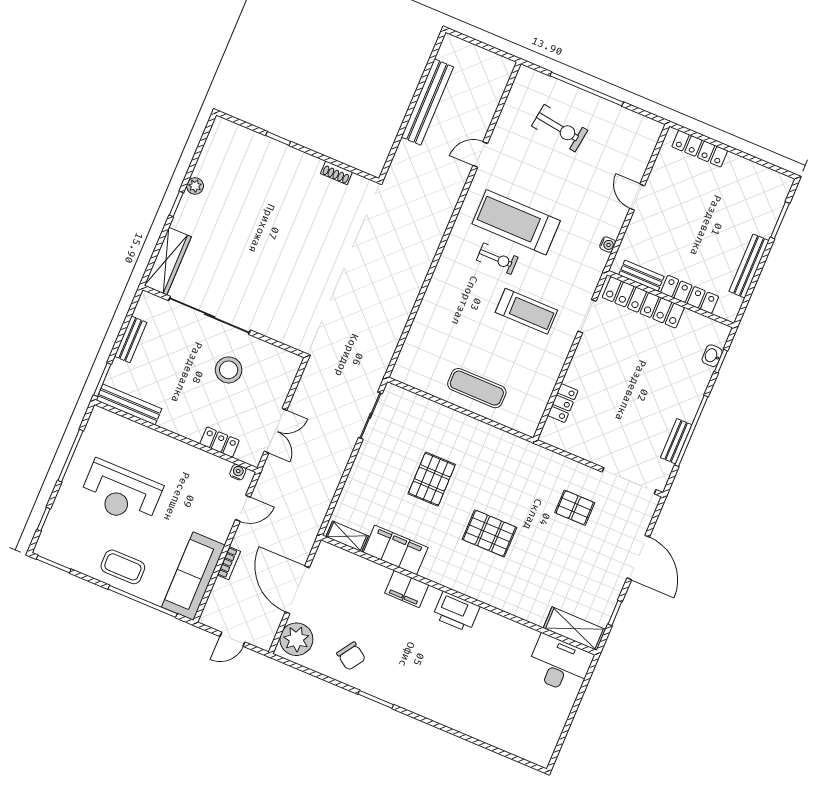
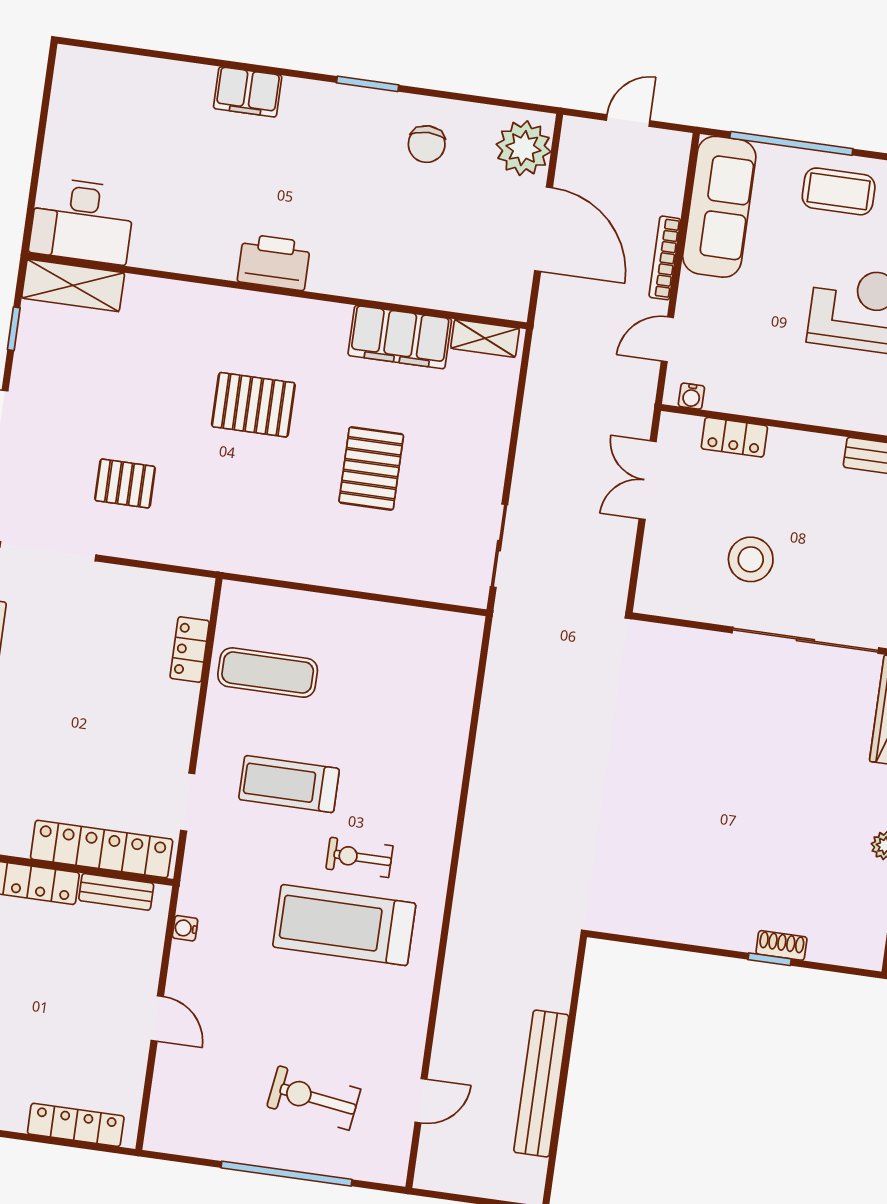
door: (480, 154) -> (421, 1101), moved
shoe rack: (336, 173) -> (781, 945), moved
treadmill: (516, 222) -> (344, 925), turned 180
exercise mat: (477, 388) -> (268, 673), moved
bookcase: (229, 563) -> (665, 258), width x1.56
filing cabinet: (407, 589) -> (248, 92), moved, turned 180
chair: (351, 656) -> (427, 144), turned -124

